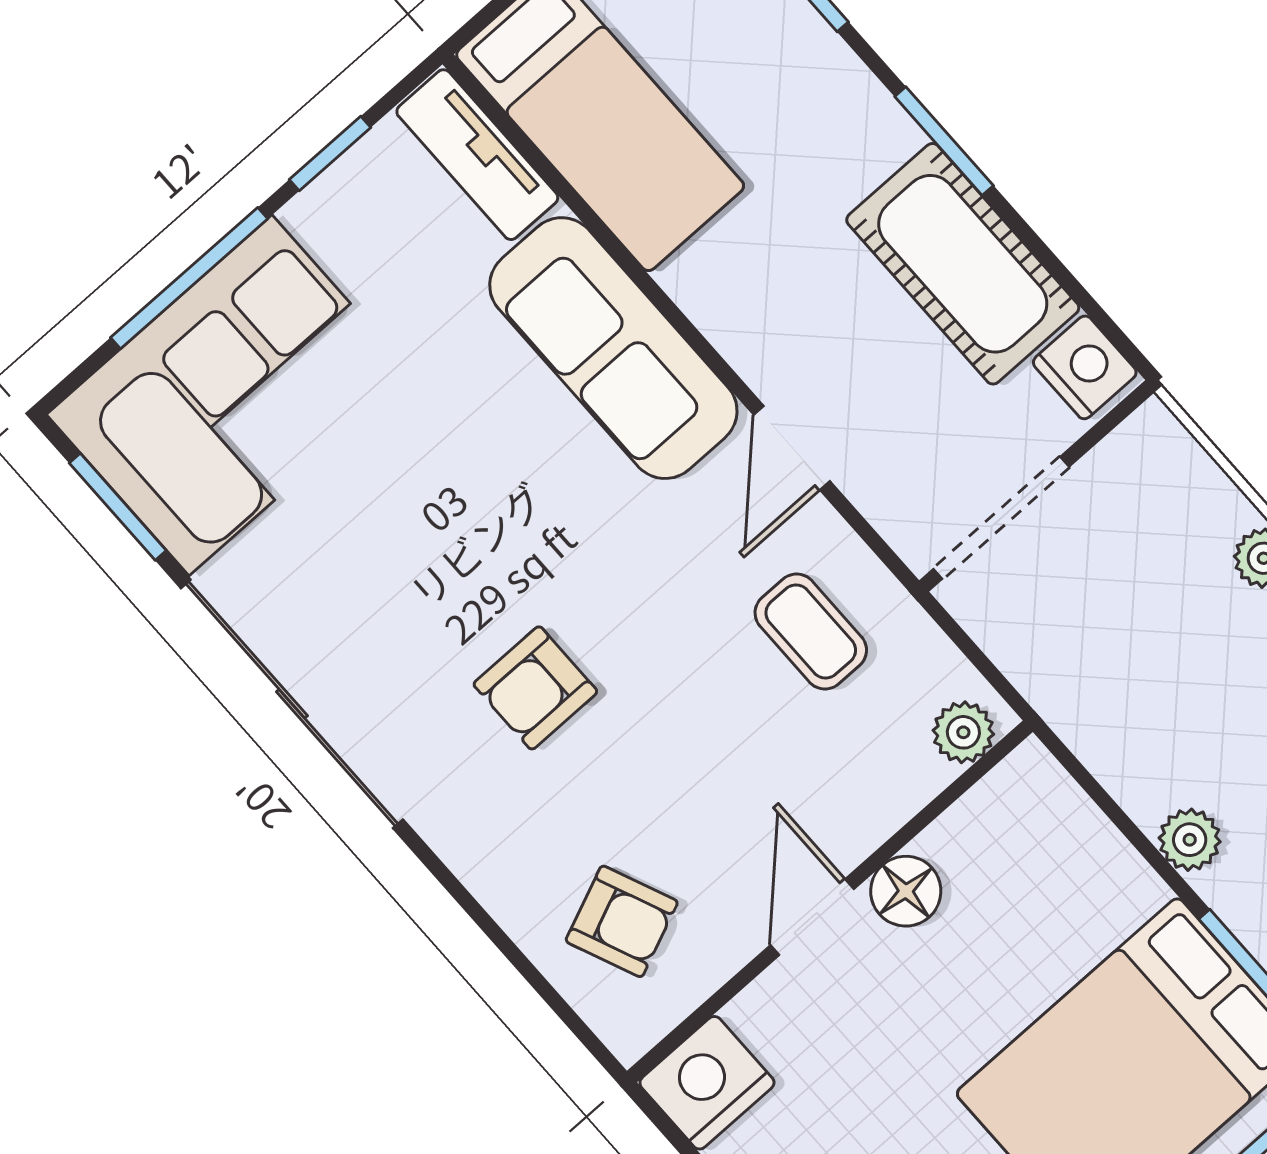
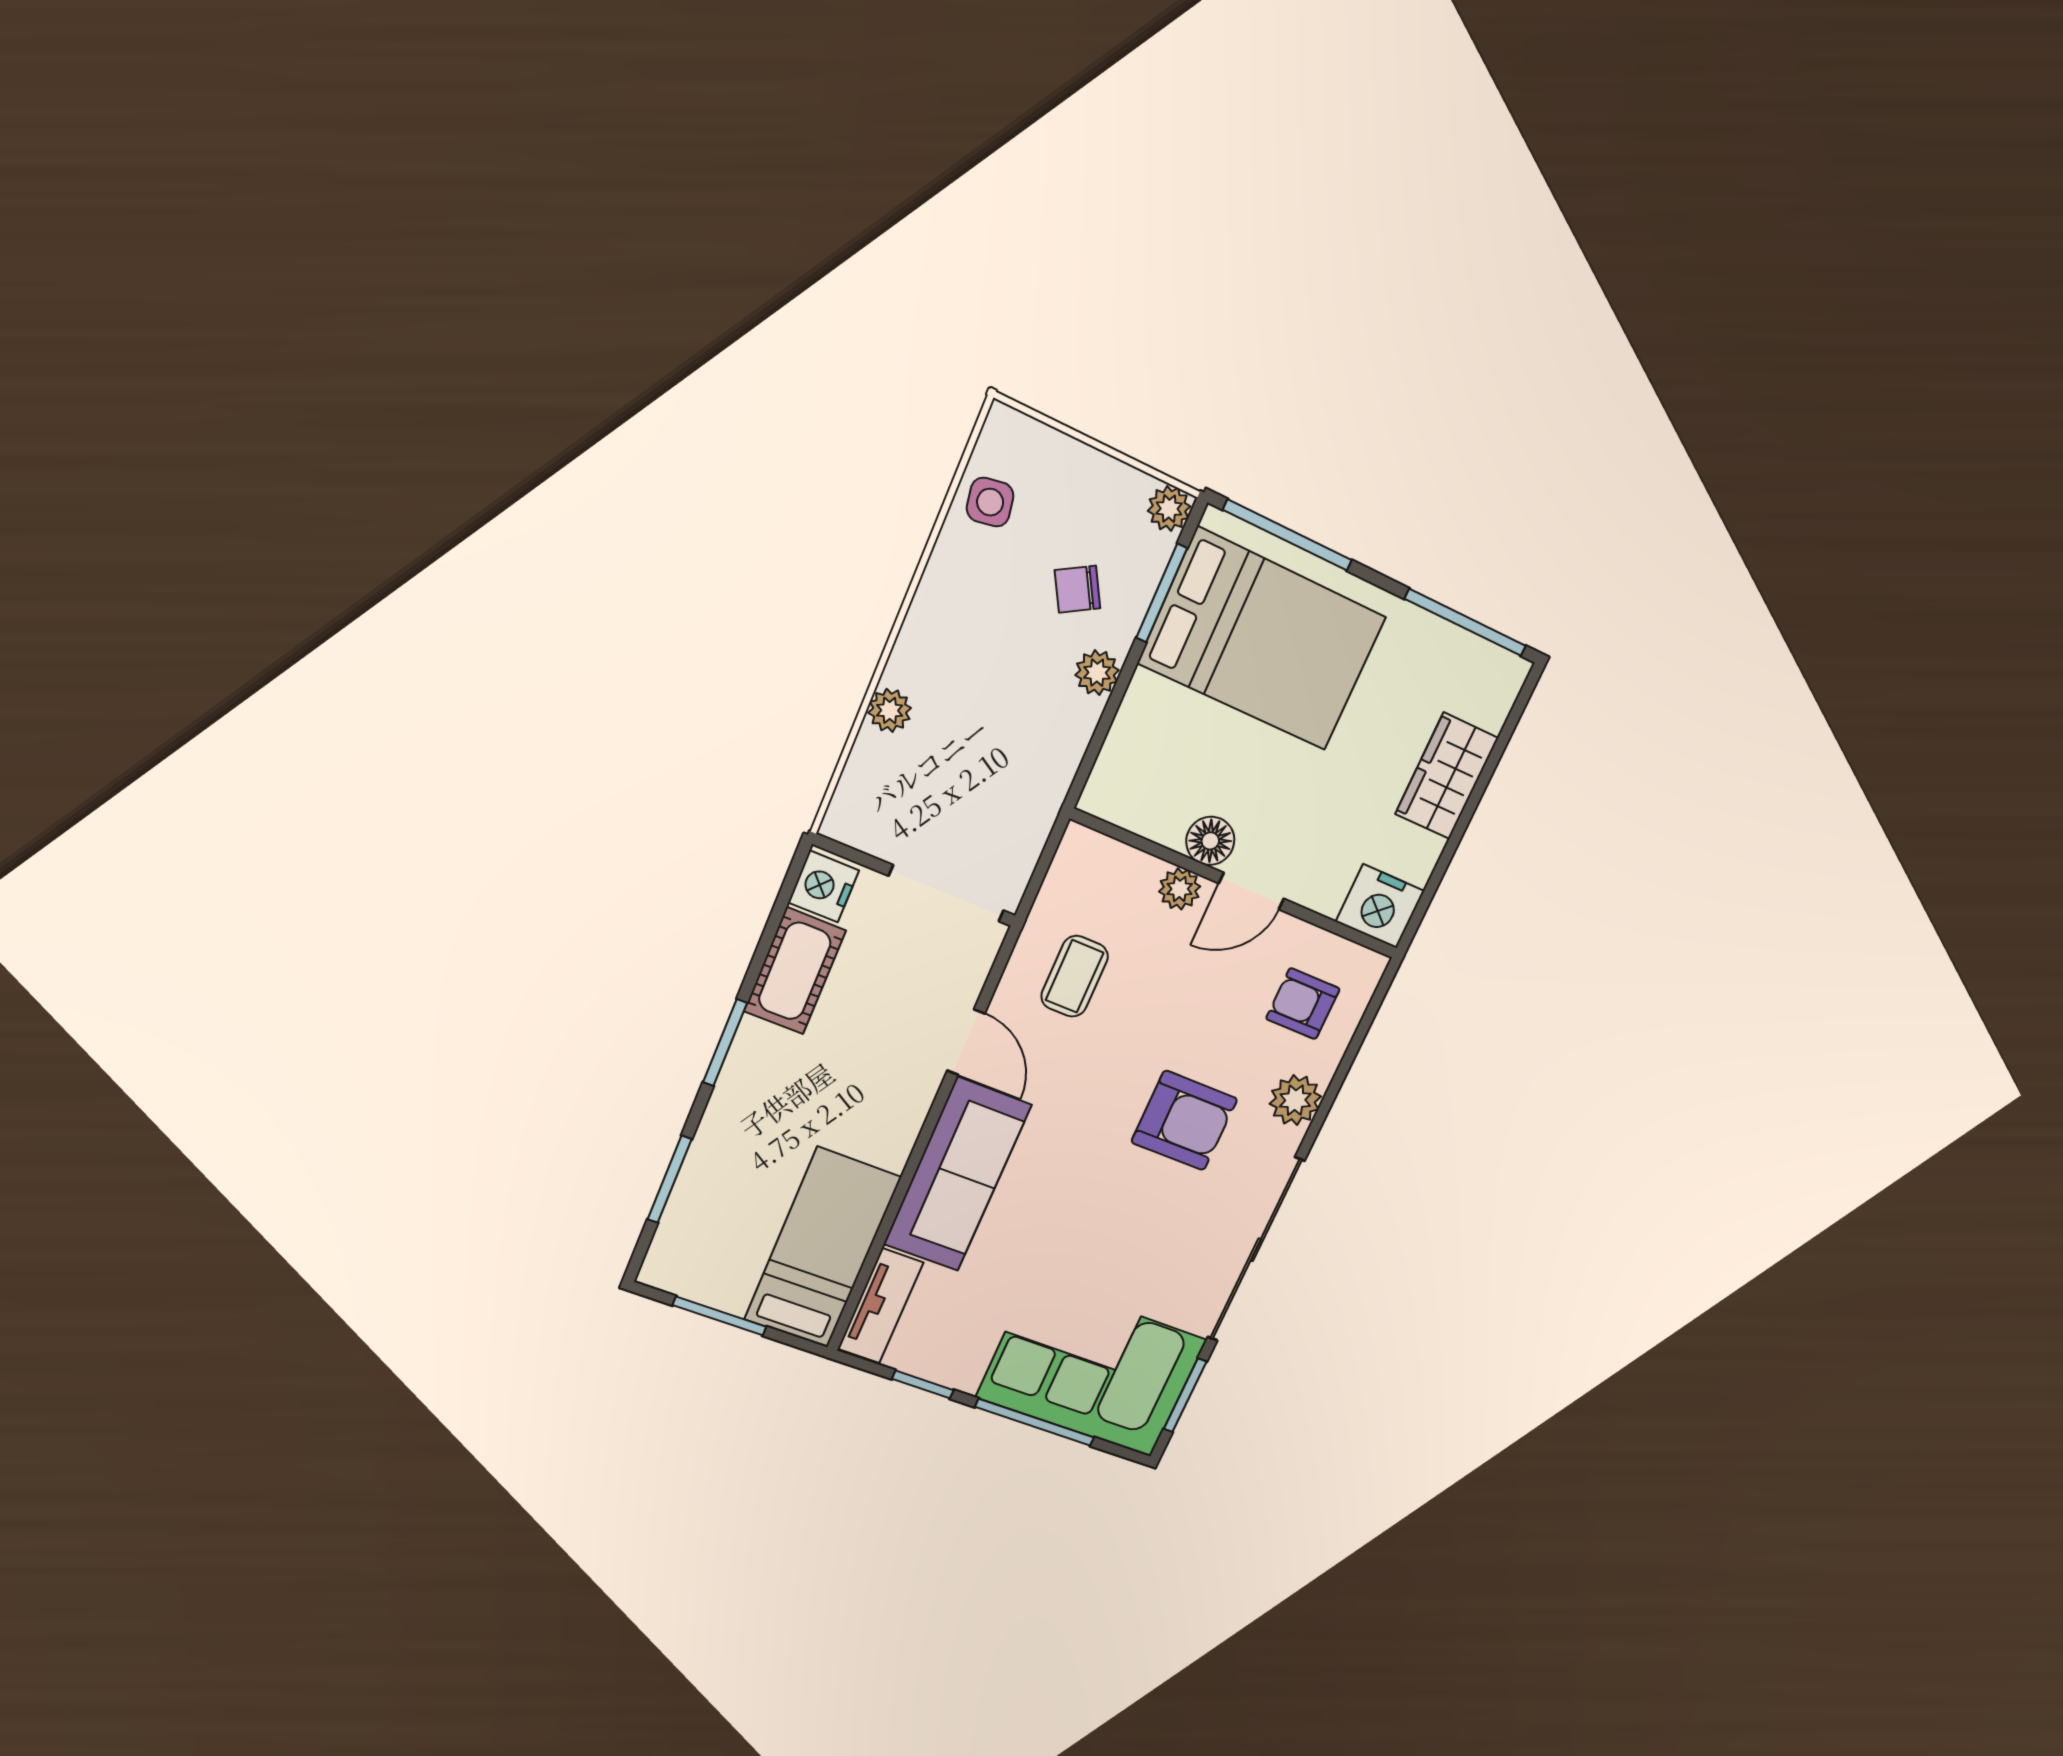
cot: (963, 264) -> (795, 971), width x0.73, depth x0.75
door: (792, 448) -> (966, 1042), hinge flipped
armchair: (535, 688) -> (1184, 1121), width x1.38, depth x1.38
plant: (963, 732) -> (1180, 889), moved
plant: (488, 853) -> (1295, 1100), added
armchair: (622, 921) -> (1303, 1004), turned -67

